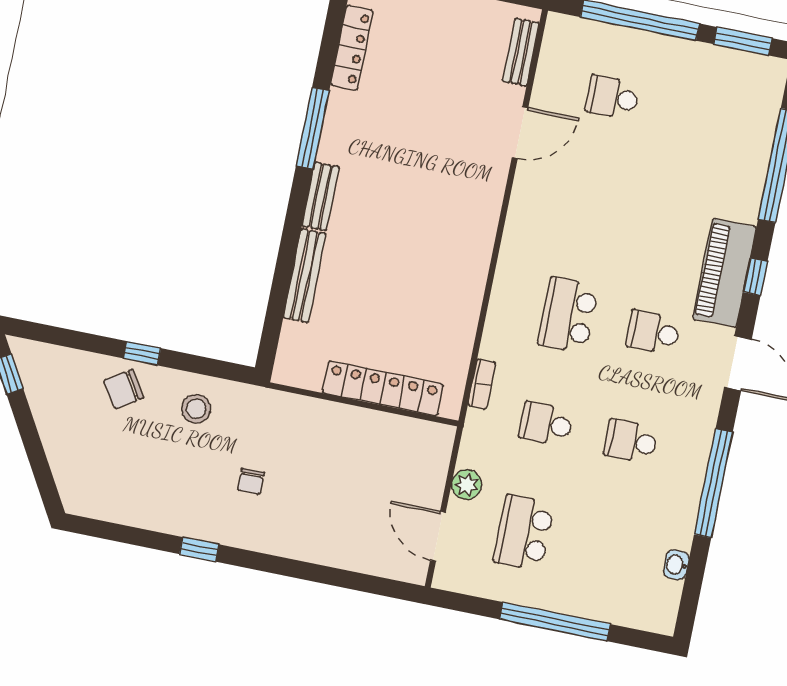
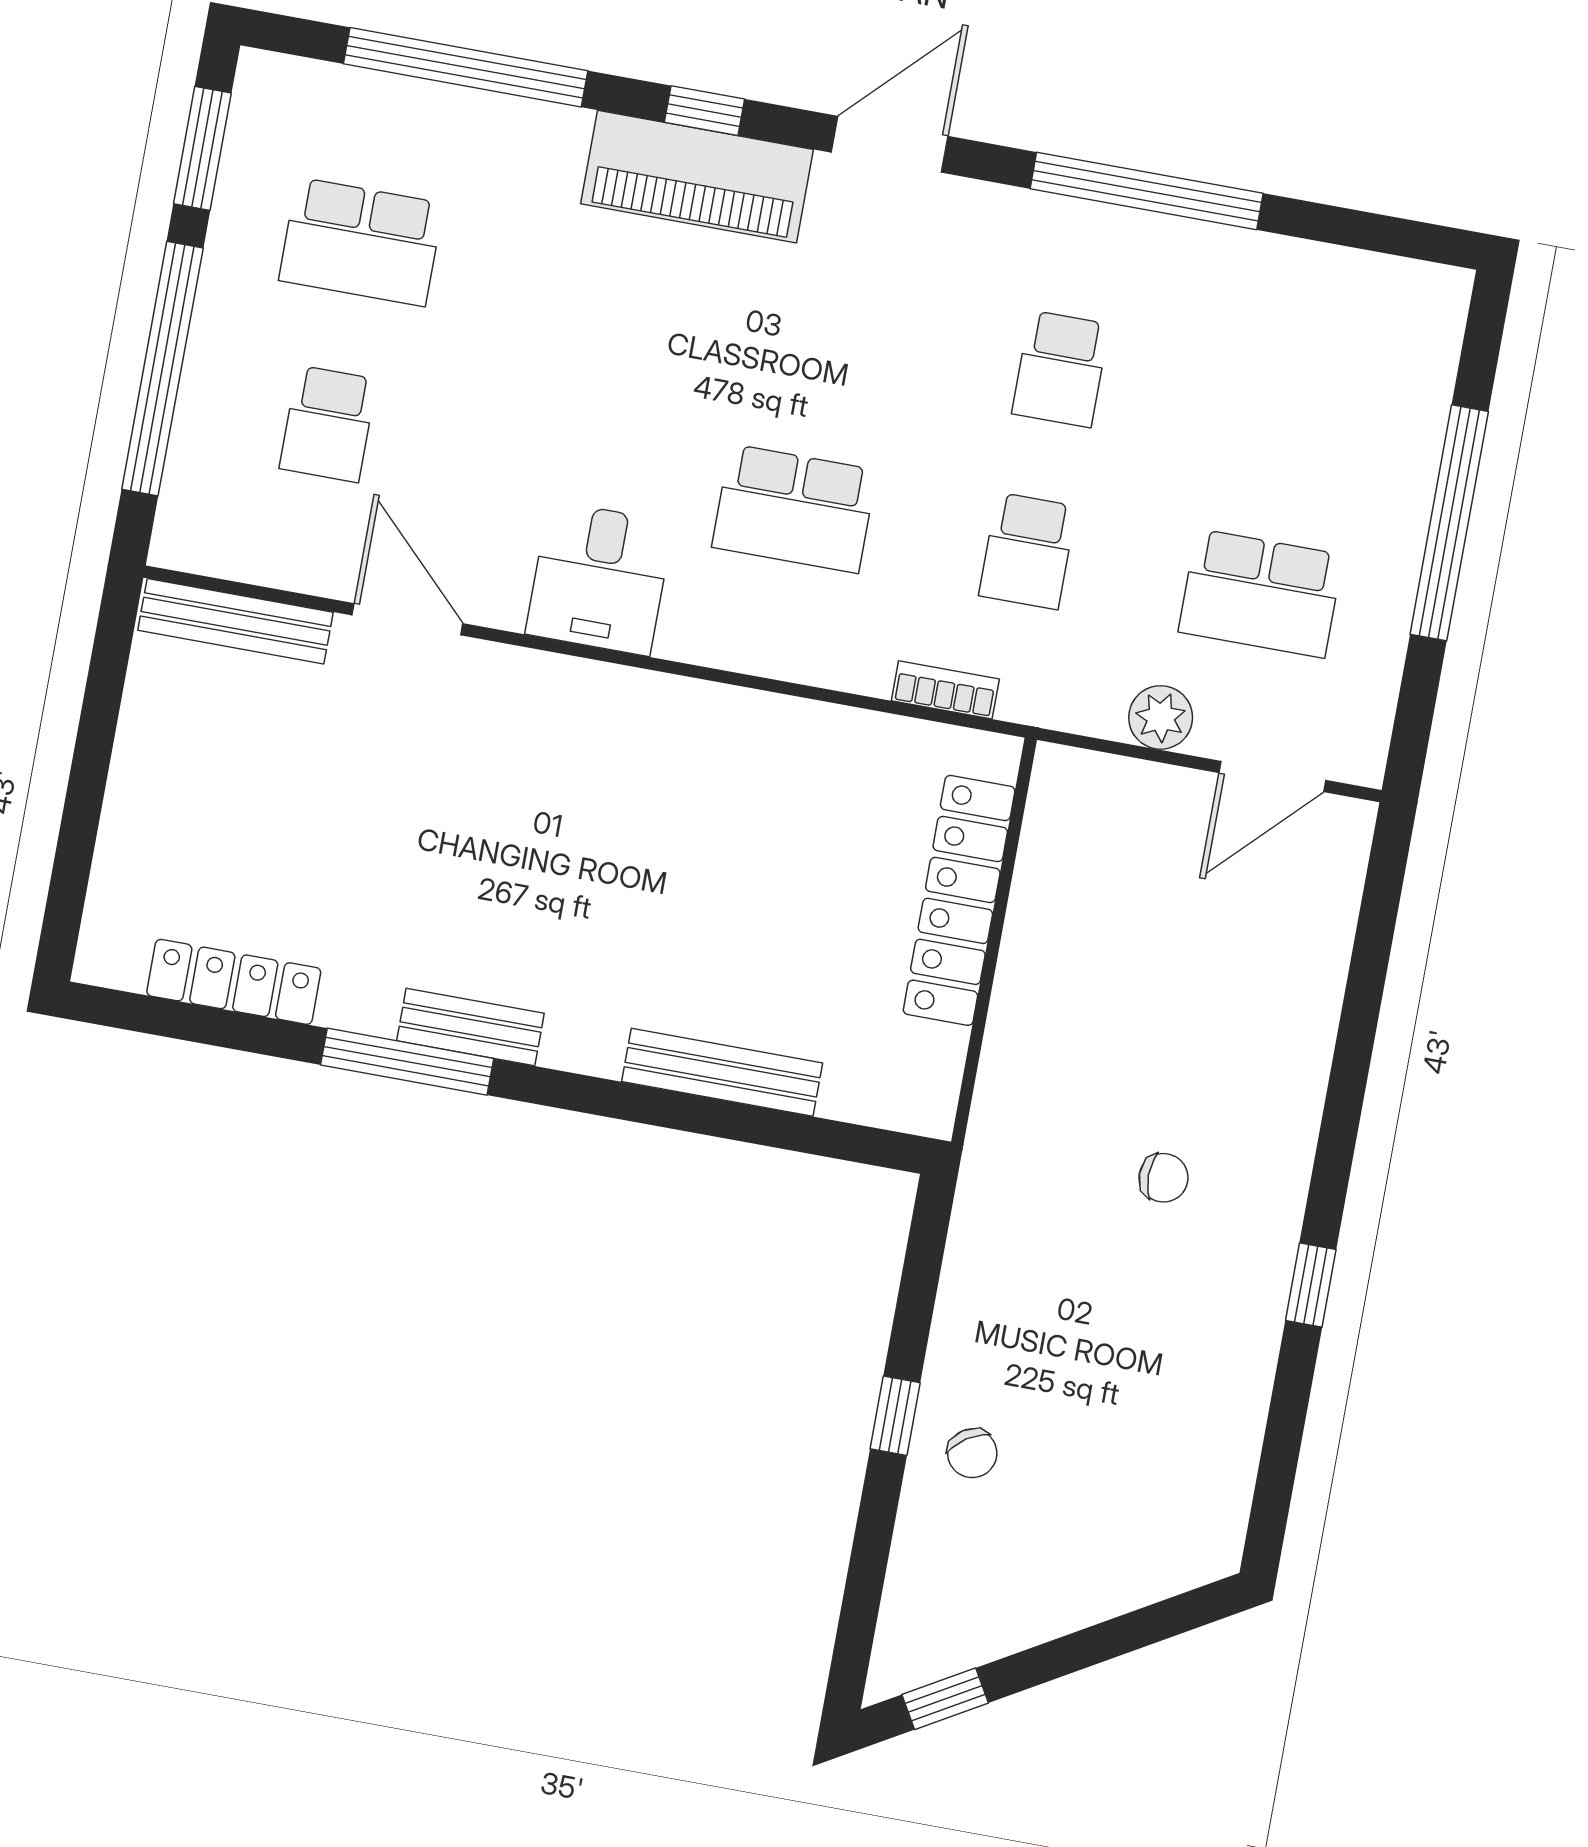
bench: (521, 52) -> (236, 621), width x1.36
bench: (321, 196) -> (470, 1027), moved
desk: (537, 223) -> (599, 578), added
school desk: (653, 332) -> (361, 242), moved, width x1.85
chair: (124, 389) -> (972, 1453), width x0.73, depth x0.73
stool: (196, 409) -> (1011, 1298), removed
washbasin: (676, 565) -> (1322, 267), removed

